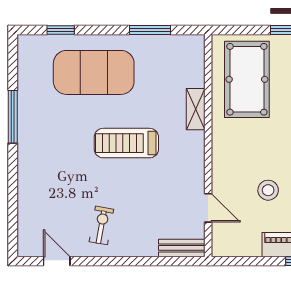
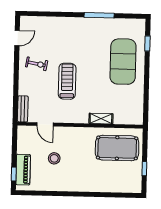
window: (150, 30) -> (146, 94), removed
treadmill: (126, 143) -> (67, 81), moved
door: (208, 208) -> (45, 124), hinge flipped

